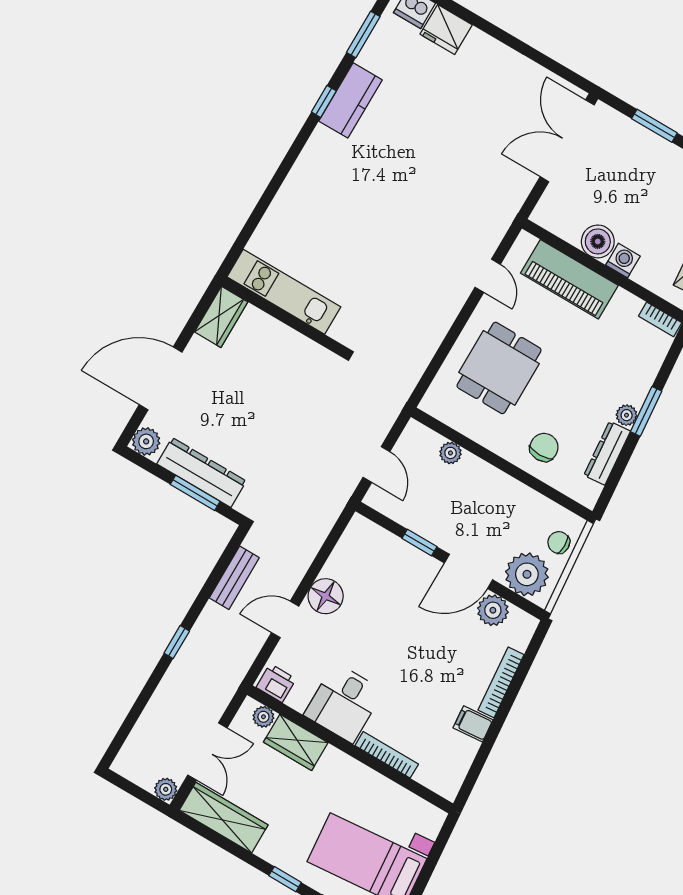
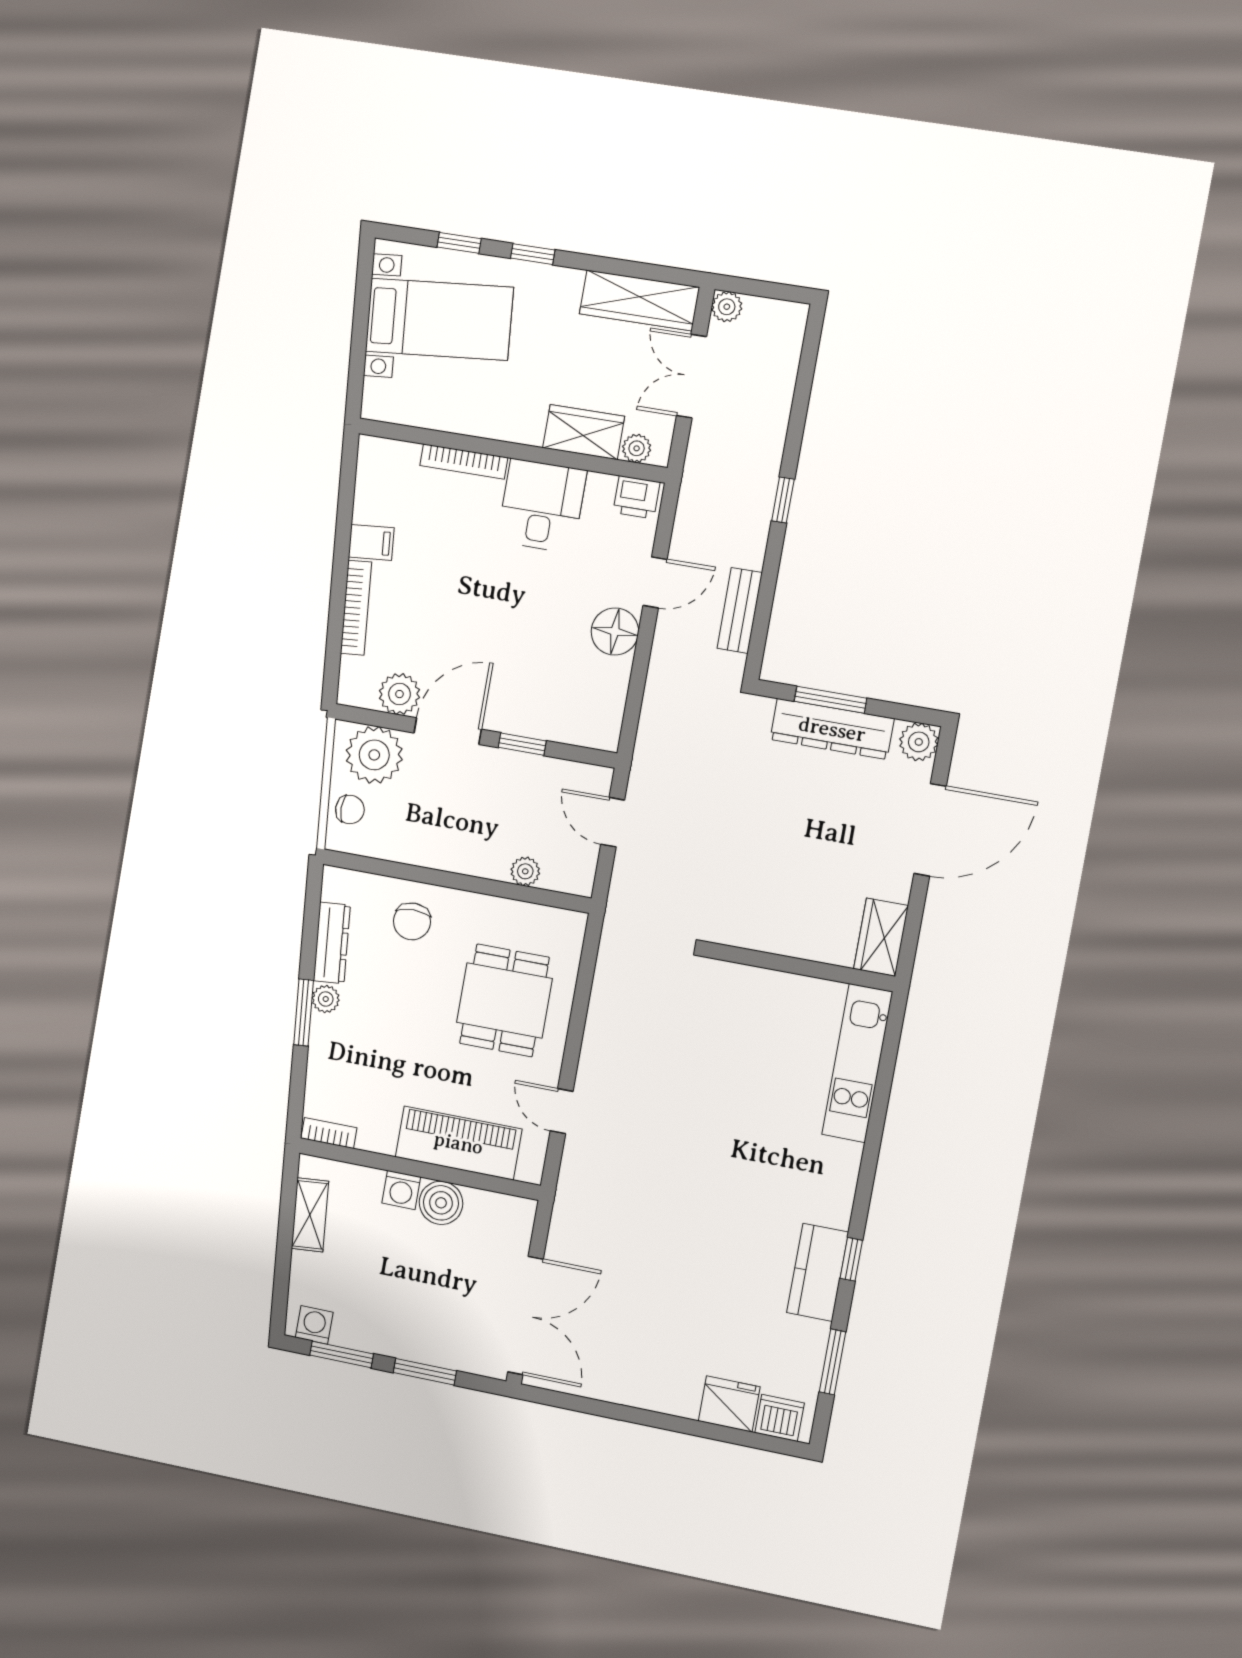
kitchen unit: (284, 292) -> (857, 1063), moved, turned 90

